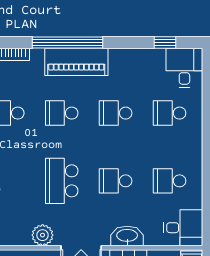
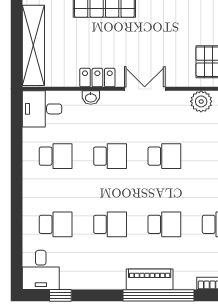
piano: (76, 62) -> (150, 279), width x0.73, depth x0.75
school desk: (62, 181) -> (164, 156), width x0.54
plant: (43, 235) -> (201, 101), moved
washbasin: (127, 236) -> (91, 98), width x0.52, depth x0.69

